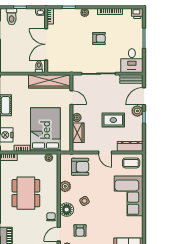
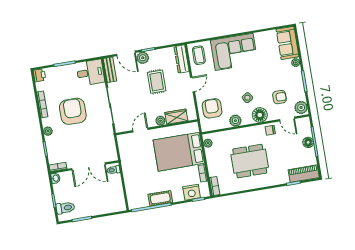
armchair: (99, 38) -> (73, 111), width x1.88, depth x1.88
wardrobe: (49, 81) -> (127, 156), removed

